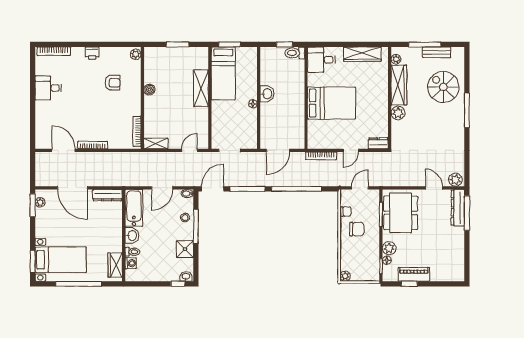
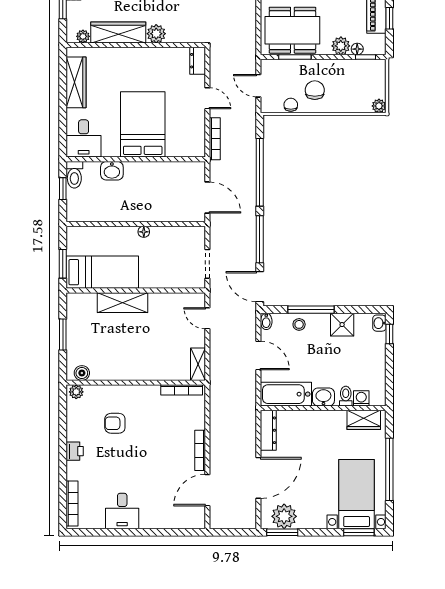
armchair: (113, 83) -> (115, 423), turned -90
boiler: (149, 90) -> (82, 373), moved
washbasin: (267, 94) -> (112, 171), moved, turned 180
plant: (40, 202) -> (284, 516), width x1.88, depth x1.88

